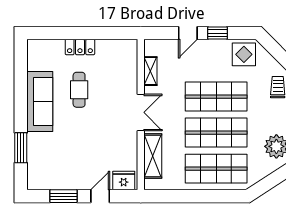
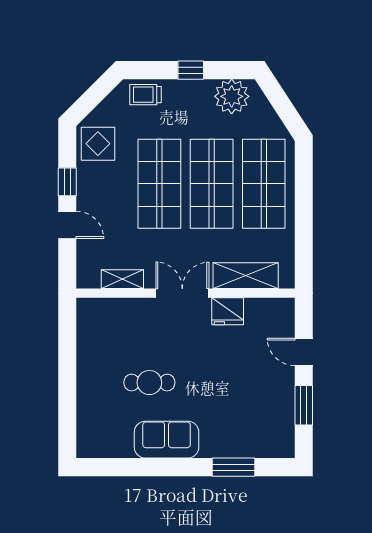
locker: (80, 47) -> (88, 381), removed
sofa: (40, 102) -> (167, 440), width x0.73
fridge: (124, 181) -> (228, 311), moved, turned -90

